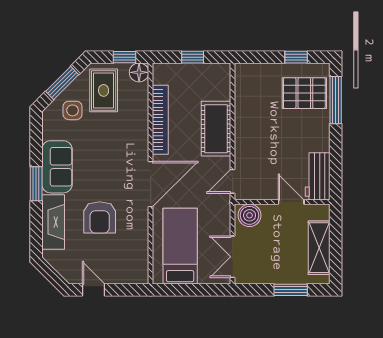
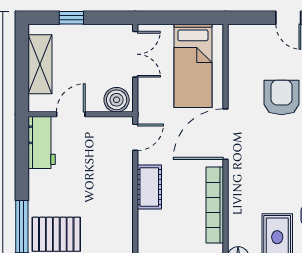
cot: (216, 129) -> (149, 187), width x0.73, depth x0.75
door: (291, 202) -> (71, 114), swing flipped
window: (291, 290) -> (71, 18), width x0.67

